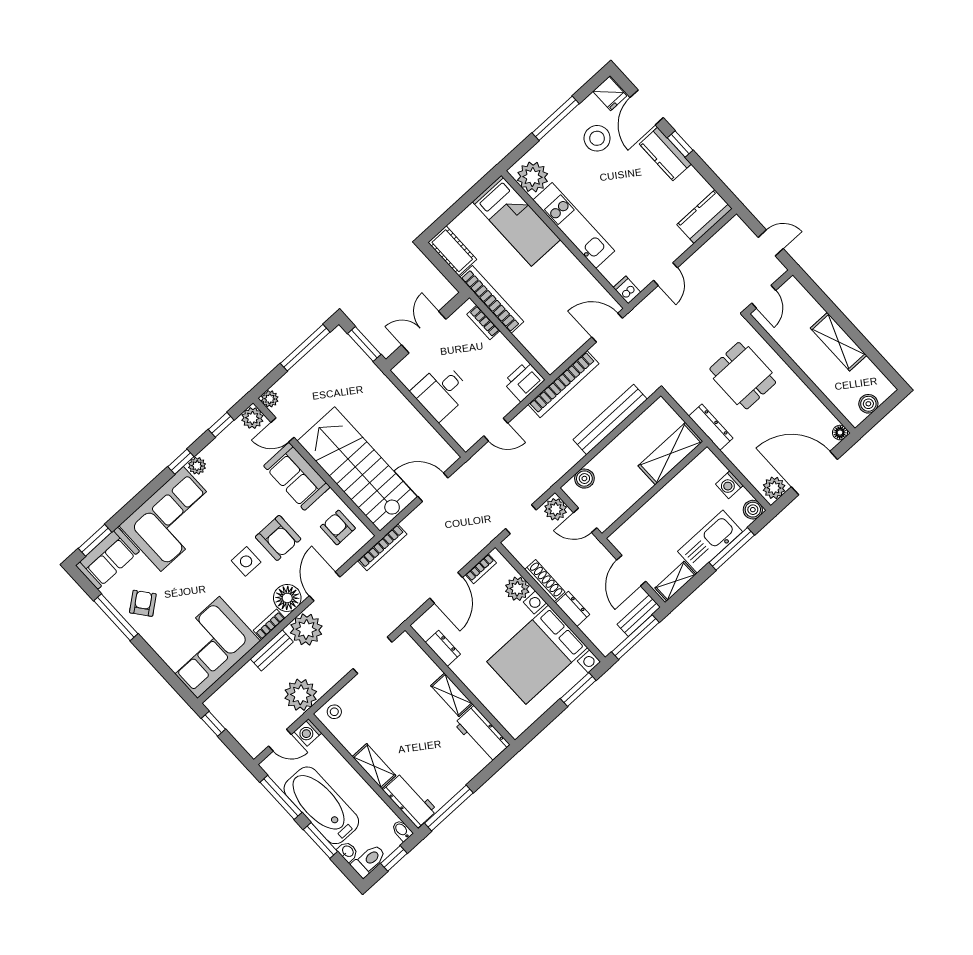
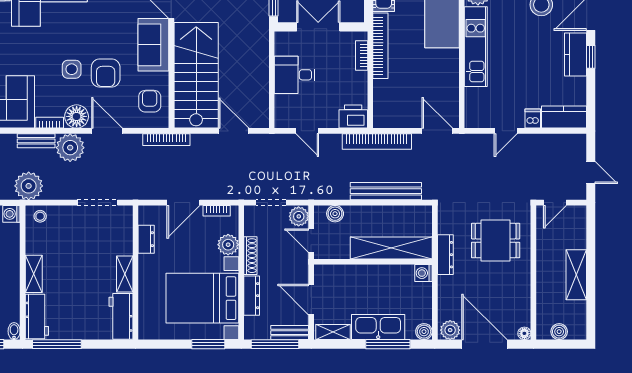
dishwasher: (627, 290) -> (533, 119), moved
dining table: (743, 376) -> (496, 241), turned 90
shelving: (670, 454) -> (391, 248), width x1.47
washing machine: (729, 485) -> (424, 273), moved
door: (631, 571) -> (311, 300), hinge flipped
door: (325, 586) -> (107, 131), hinge flipped
dresser: (573, 609) -> (252, 296), width x1.44

